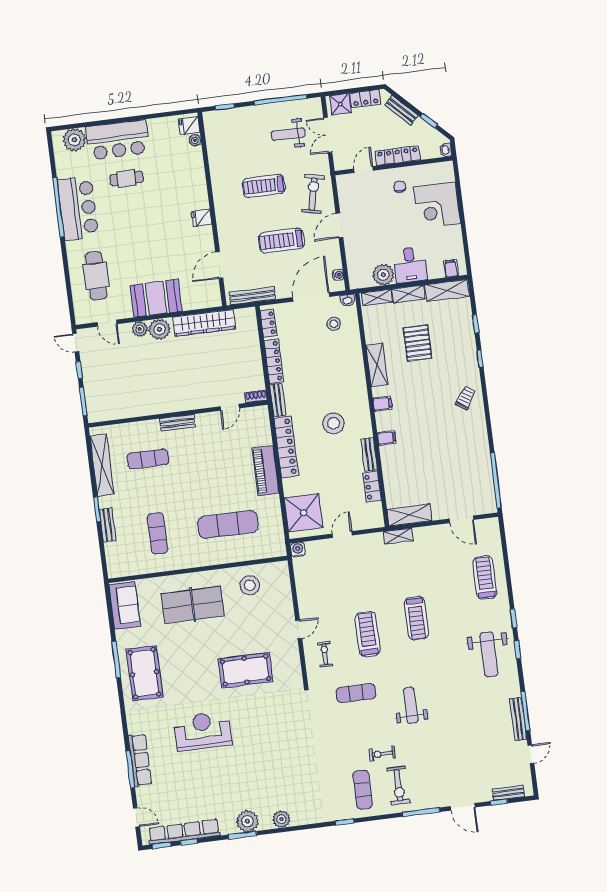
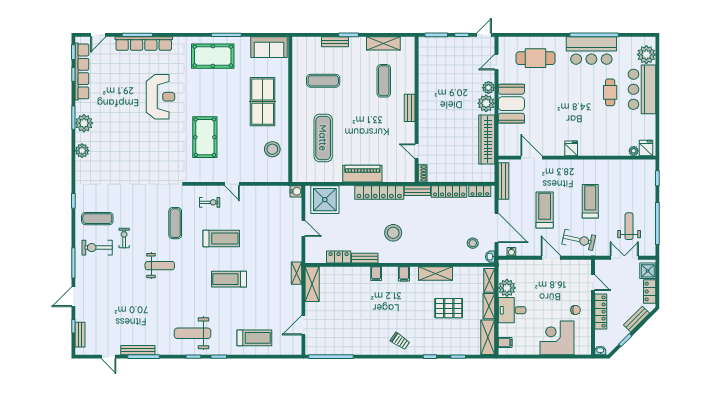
shelving: (102, 465) -> (383, 43), width x0.68
row of seats: (140, 760) -> (144, 43), width x1.36

